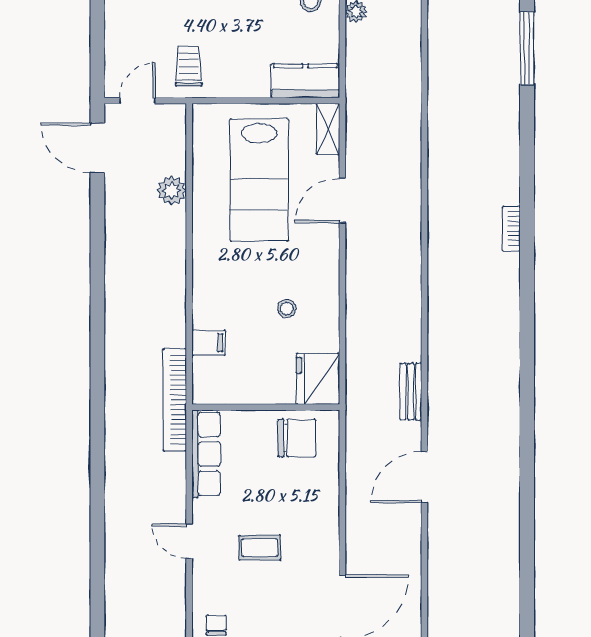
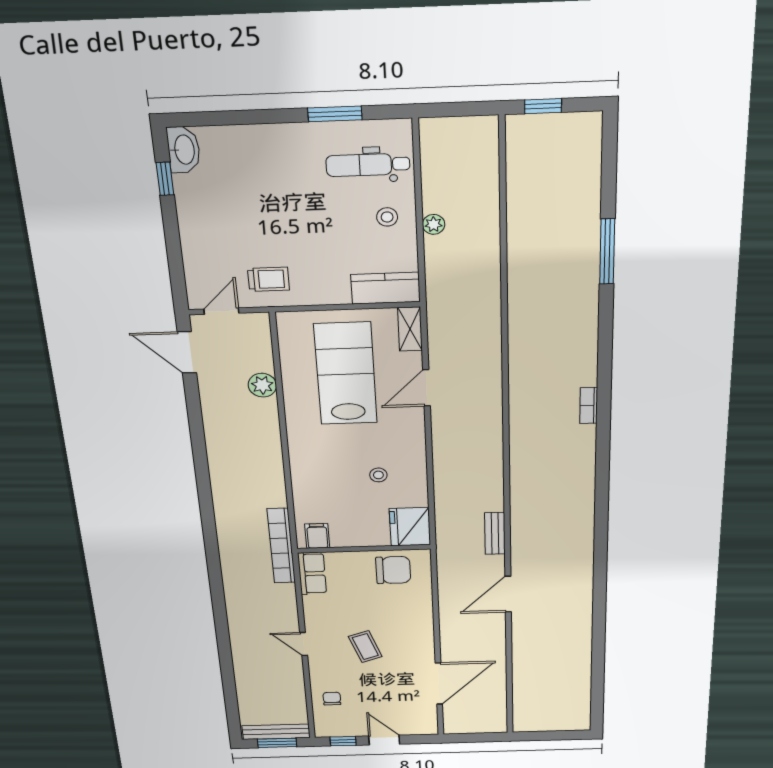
trolley: (189, 66) -> (269, 279), turned 90
lab bench: (259, 180) -> (346, 374), turned 180
filing cabinet: (209, 343) -> (317, 536), moved, turned -90
row of seats: (206, 454) -> (312, 574), width x0.68
coffee table: (260, 548) -> (365, 647), turned 71

